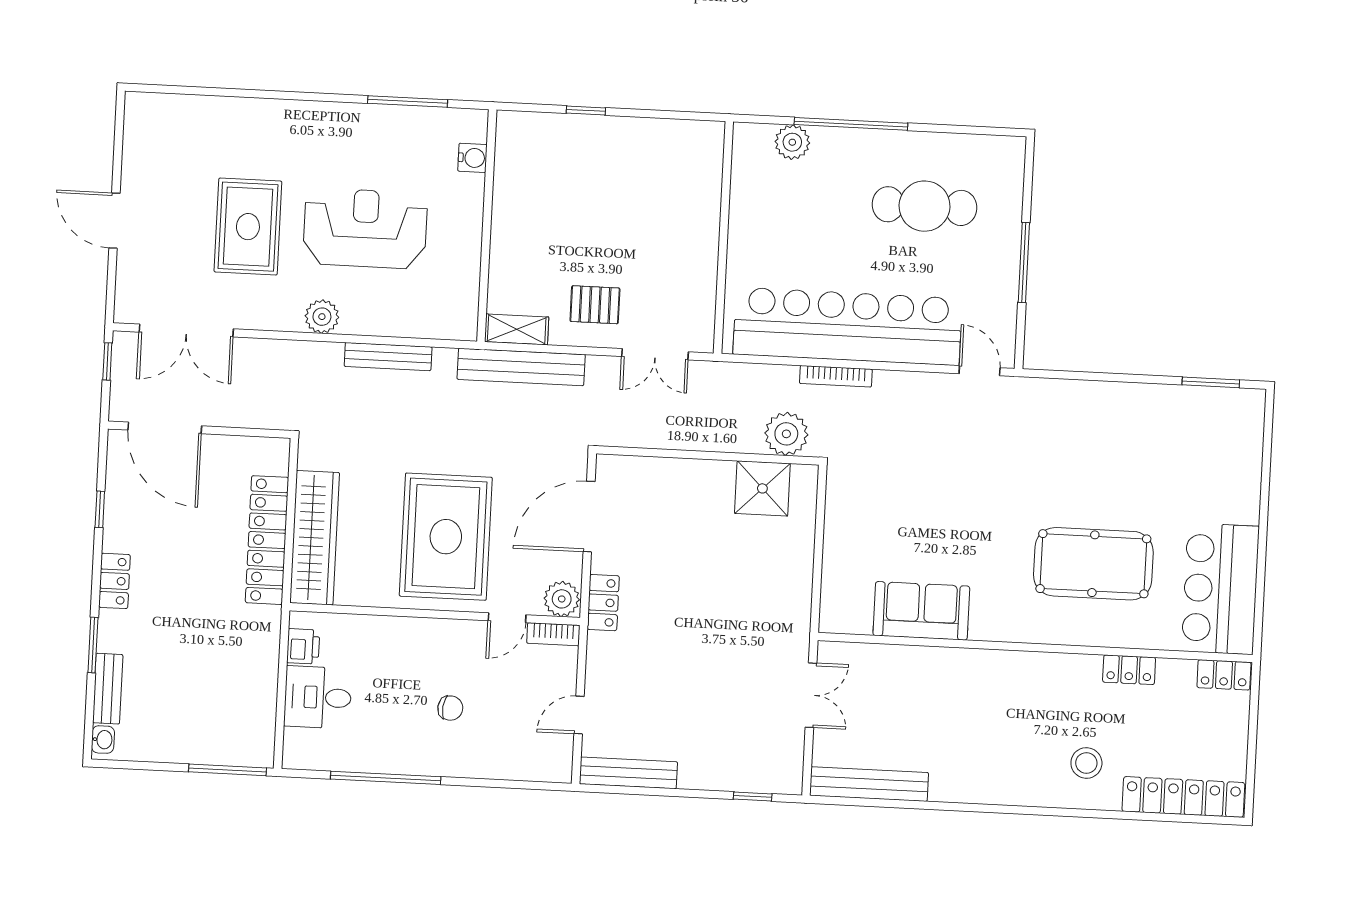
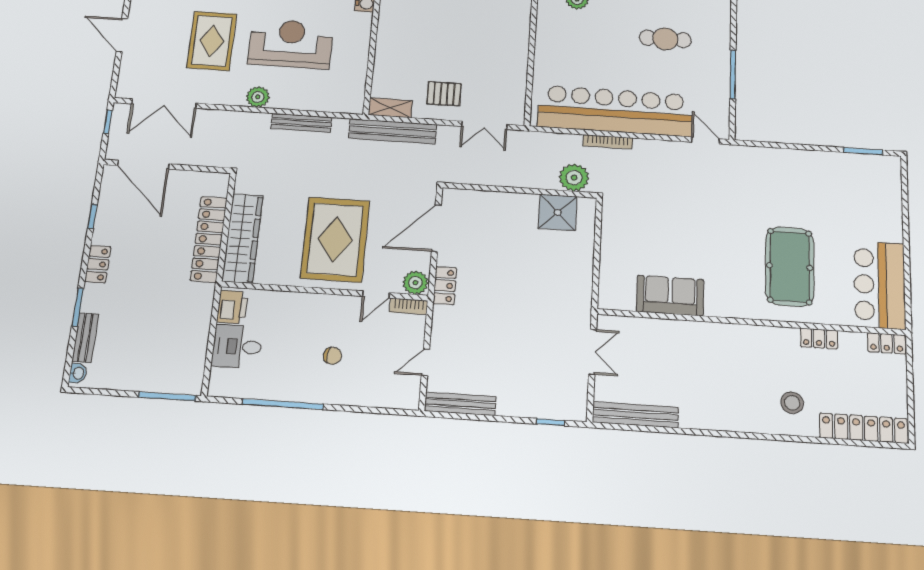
cafe table: (925, 206) -> (665, 39), width x0.73, depth x0.74
pool table: (1093, 564) -> (790, 267), turned 90
printer: (303, 646) -> (232, 307), width x1.36, depth x1.24

